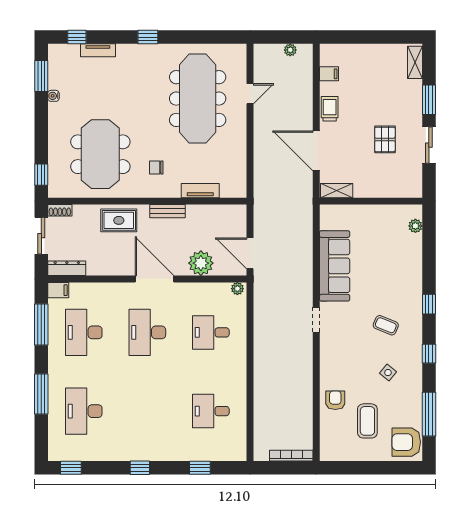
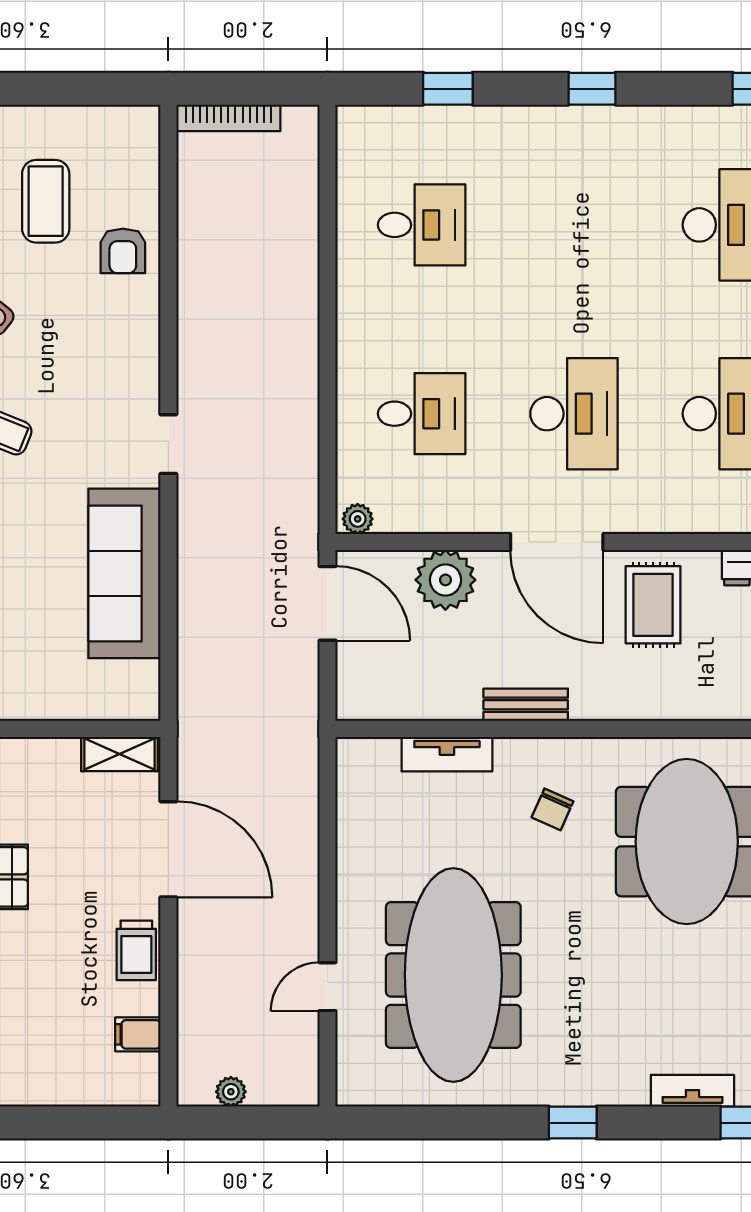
chair: (156, 168) -> (552, 809), turned 114
rug: (119, 220) -> (653, 605), moved, turned 90

